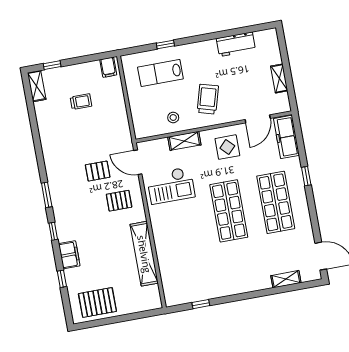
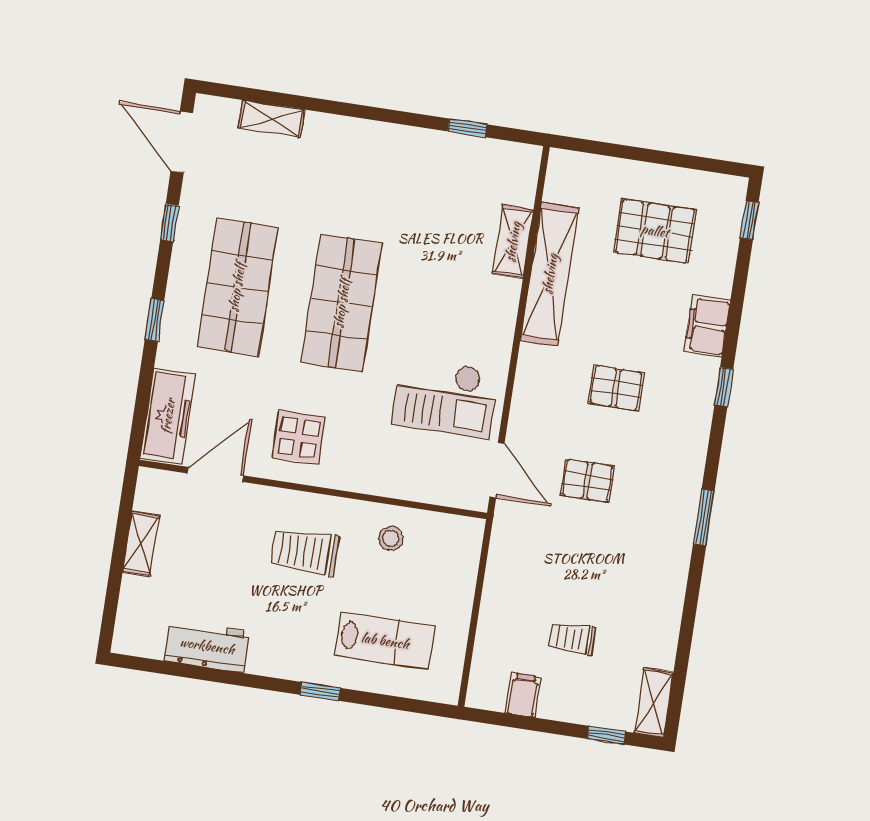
window: (165, 45) -> (320, 691), moved
filing cabinet: (108, 67) -> (523, 695), moved
trolley: (208, 99) -> (305, 552), turned 74
shelving: (184, 141) -> (513, 242), moved, turned 90
checkout: (171, 186) -> (445, 398), turned 180
window: (47, 195) -> (704, 518), moved
pallet: (119, 201) -> (616, 388), moved
window: (314, 220) -> (169, 223), added
window: (62, 279) -> (749, 220), moved
pallet: (97, 302) -> (655, 231), moved

